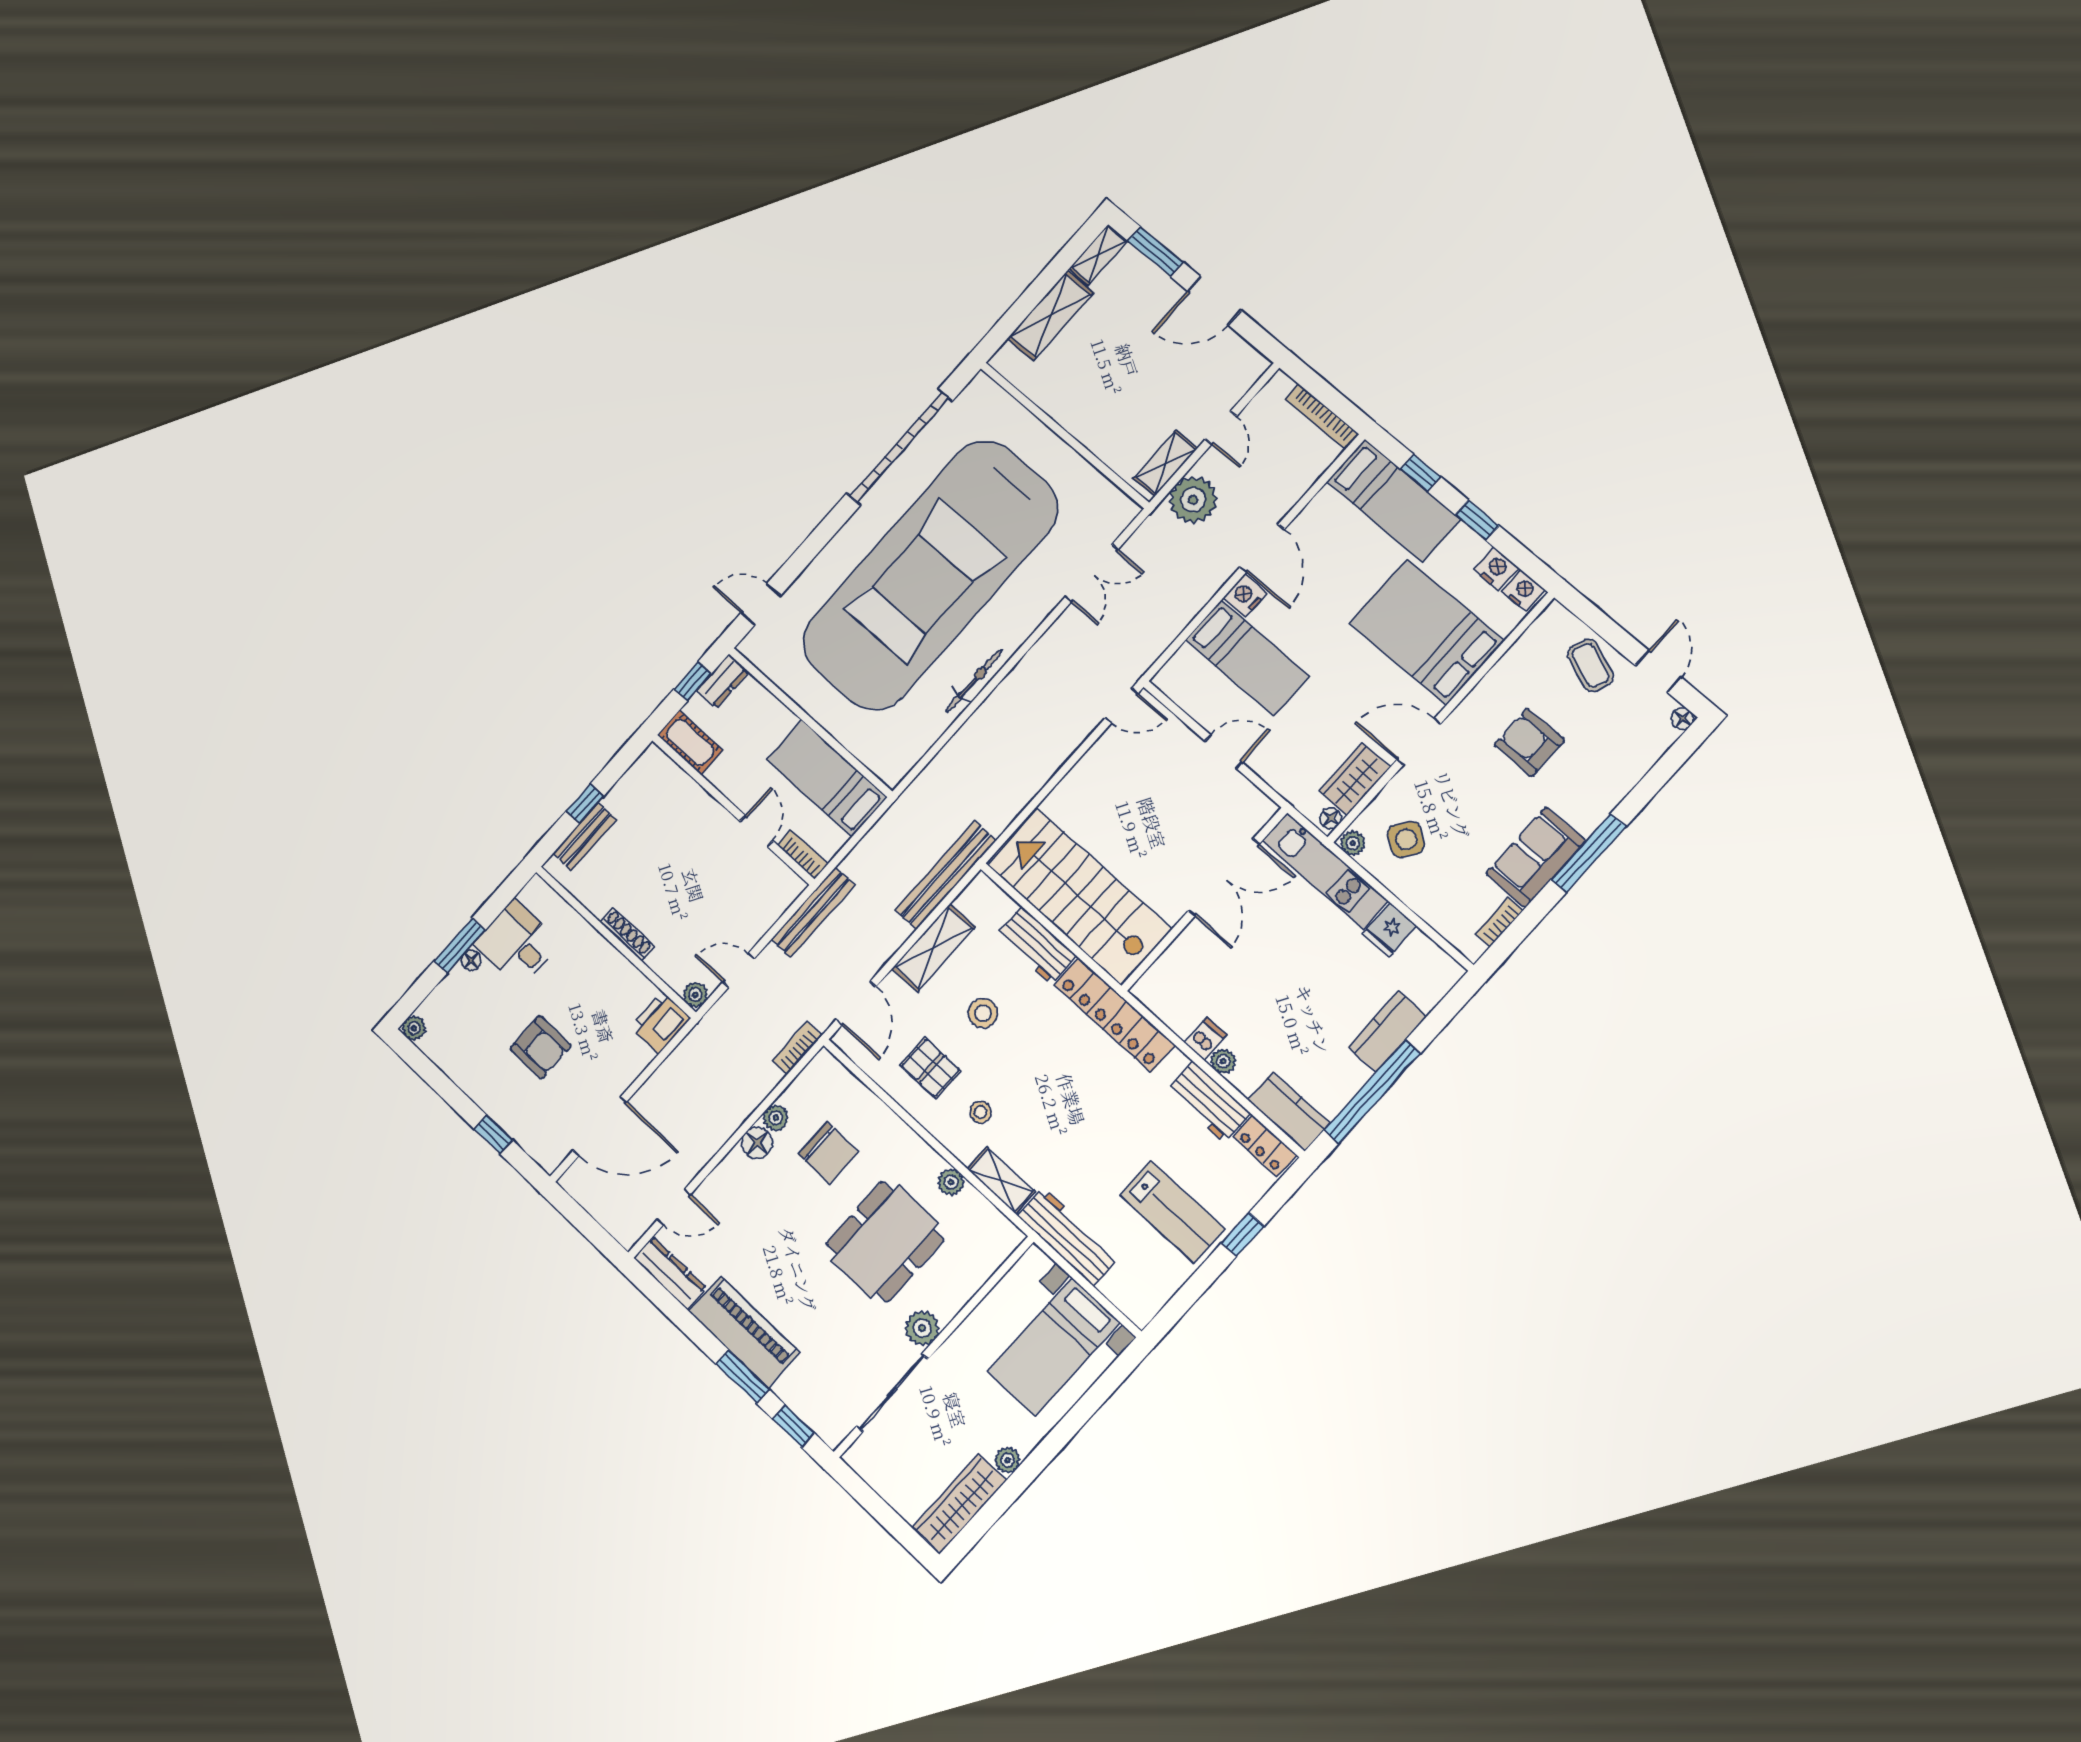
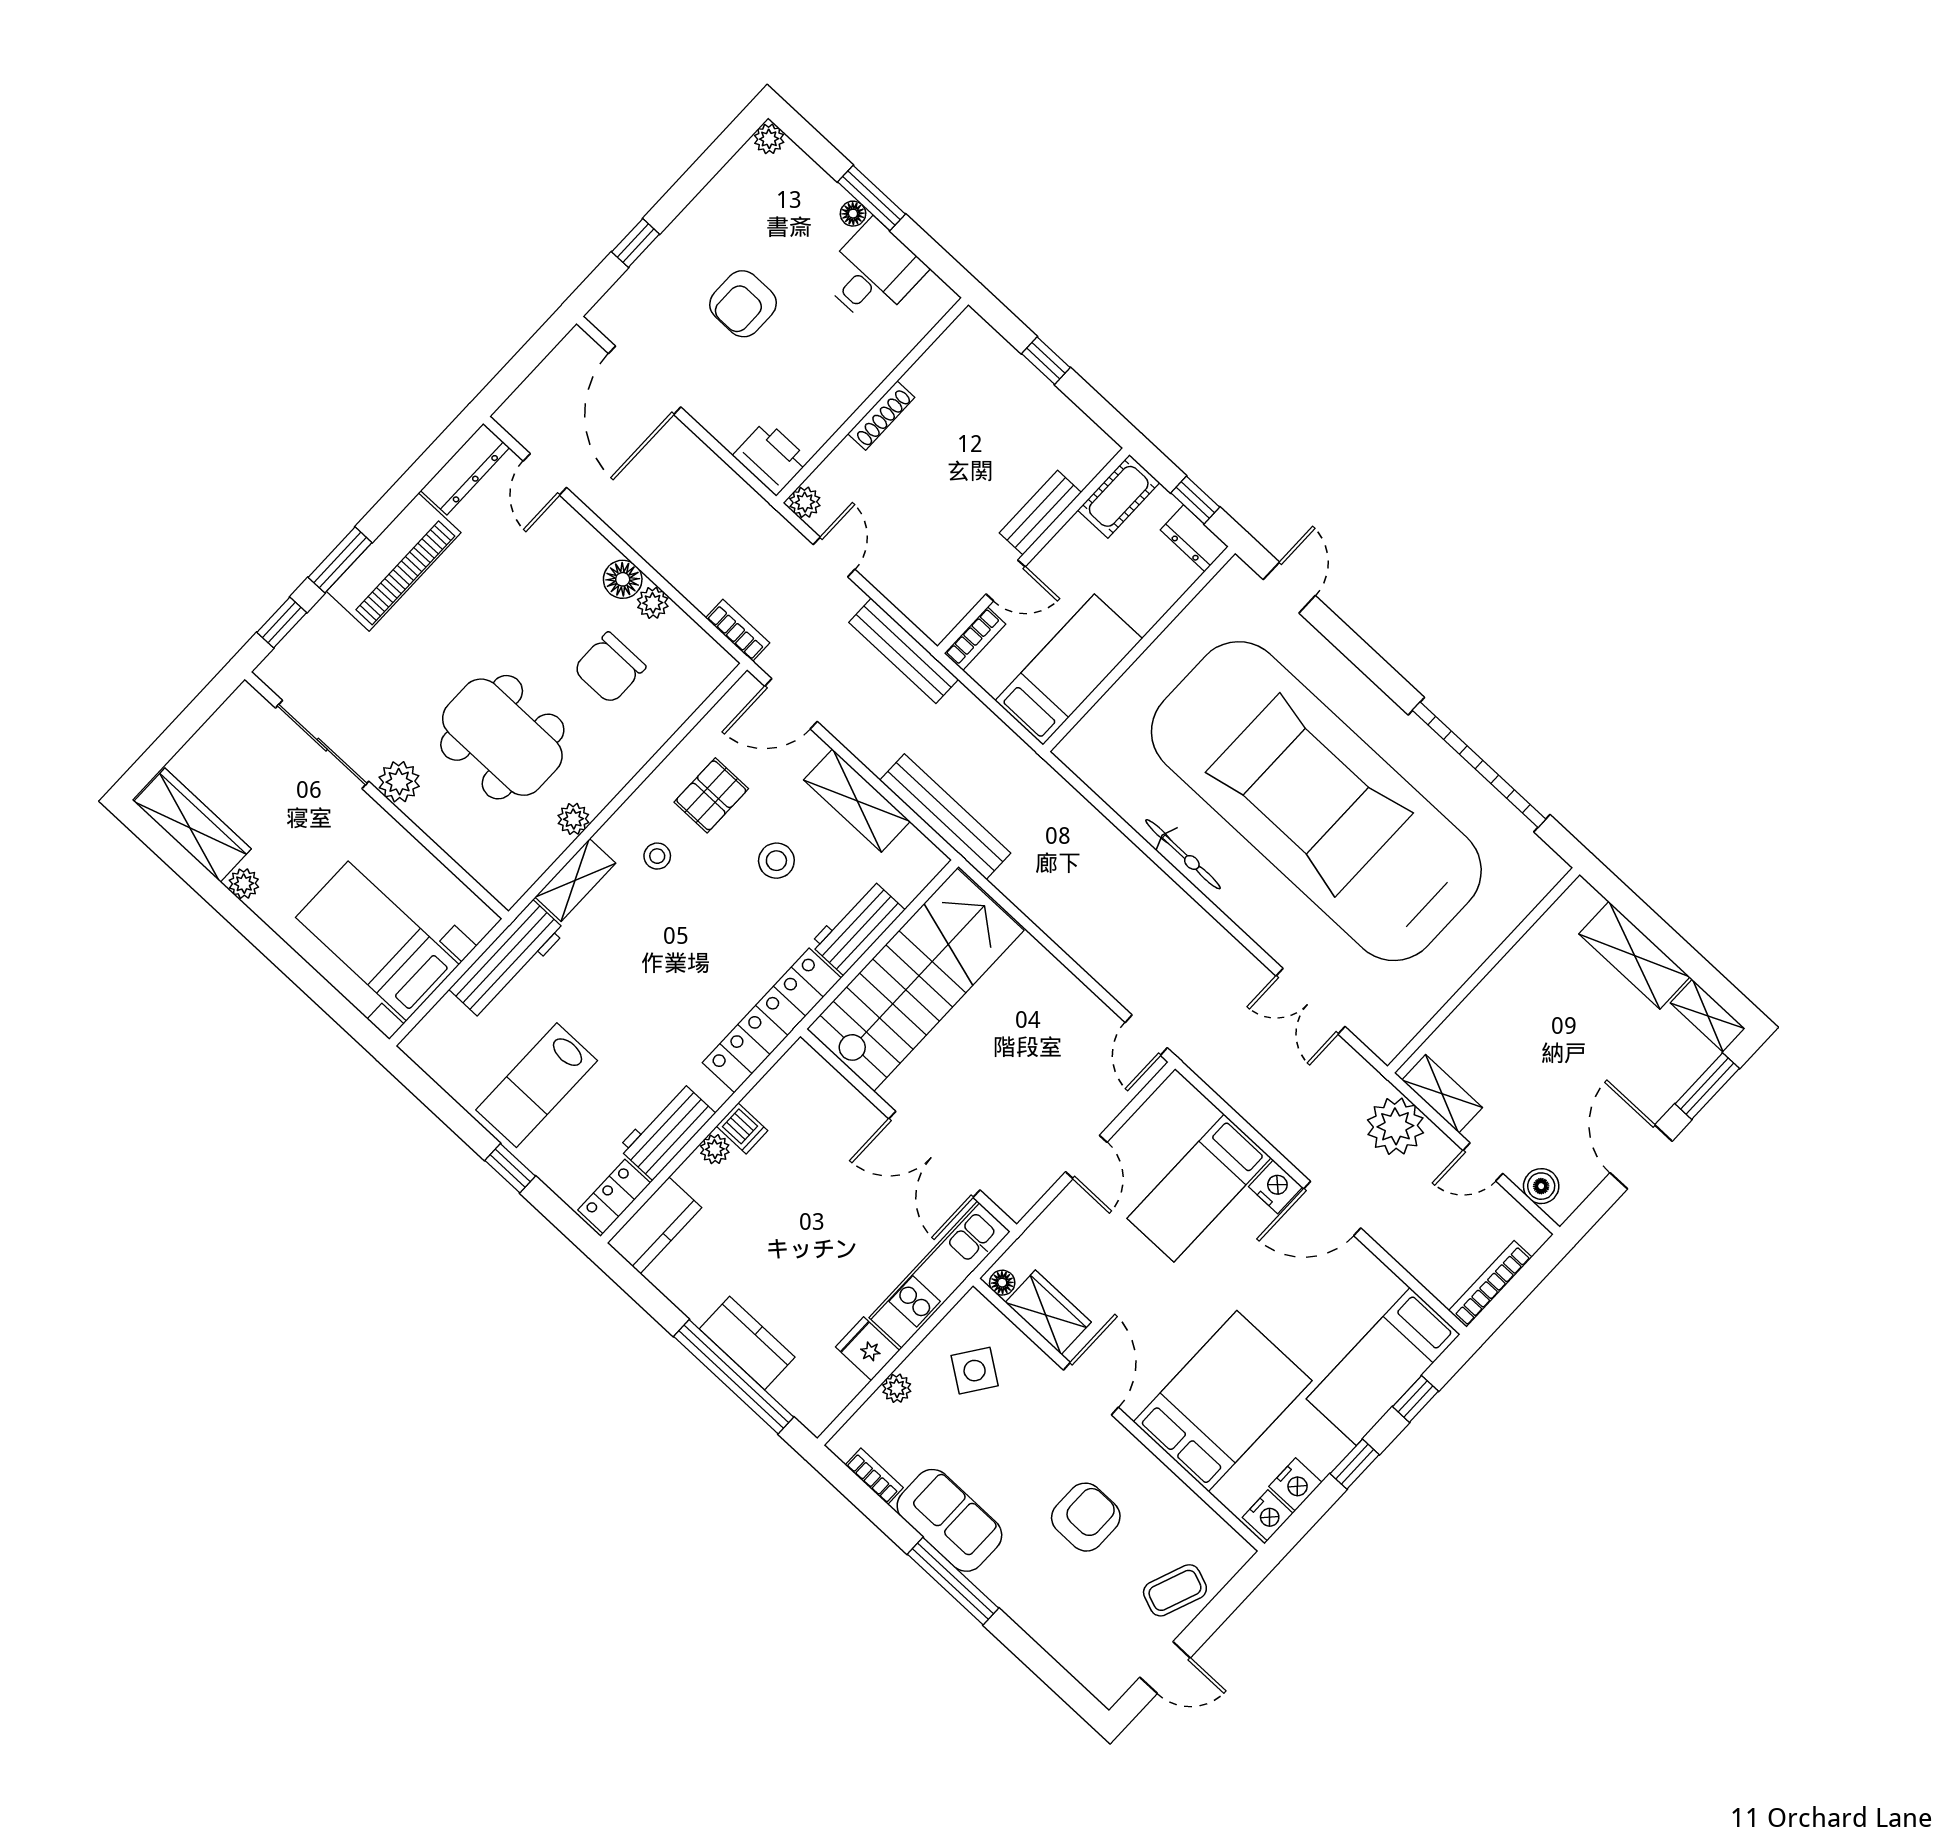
boiler: (1240, 380) -> (1541, 1186), added
floor lamp: (1683, 719) -> (1108, 1693), removed
bench: (584, 836) -> (1040, 513), moved, turned 90
plant: (1353, 843) -> (897, 1388), moved
window: (1372, 1092) -> (734, 1377), moved

